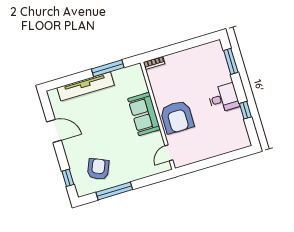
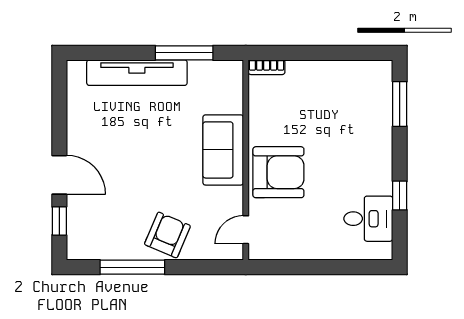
desk: (224, 98) -> (368, 219), moved
armchair: (177, 117) -> (278, 172), turned -90
door: (54, 131) -> (59, 175), moved
armchair: (98, 169) -> (167, 235), moved

